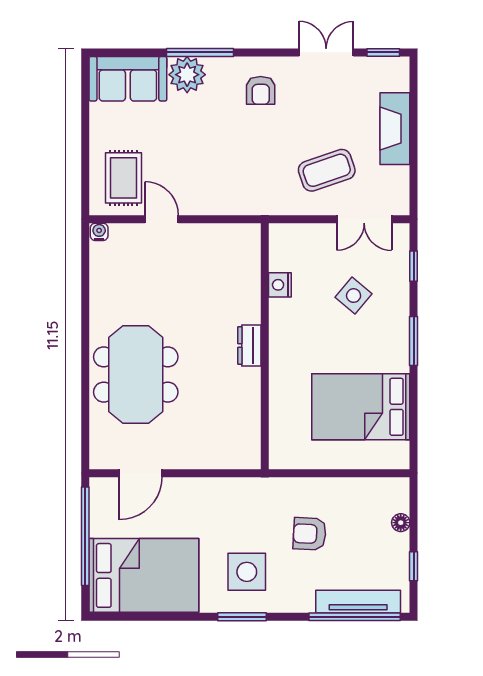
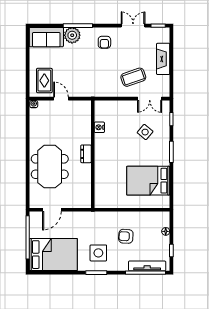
nightstand: (280, 285) -> (99, 127), moved
dresser: (249, 346) -> (86, 154), moved
wall: (265, 346) -> (93, 154), moved

